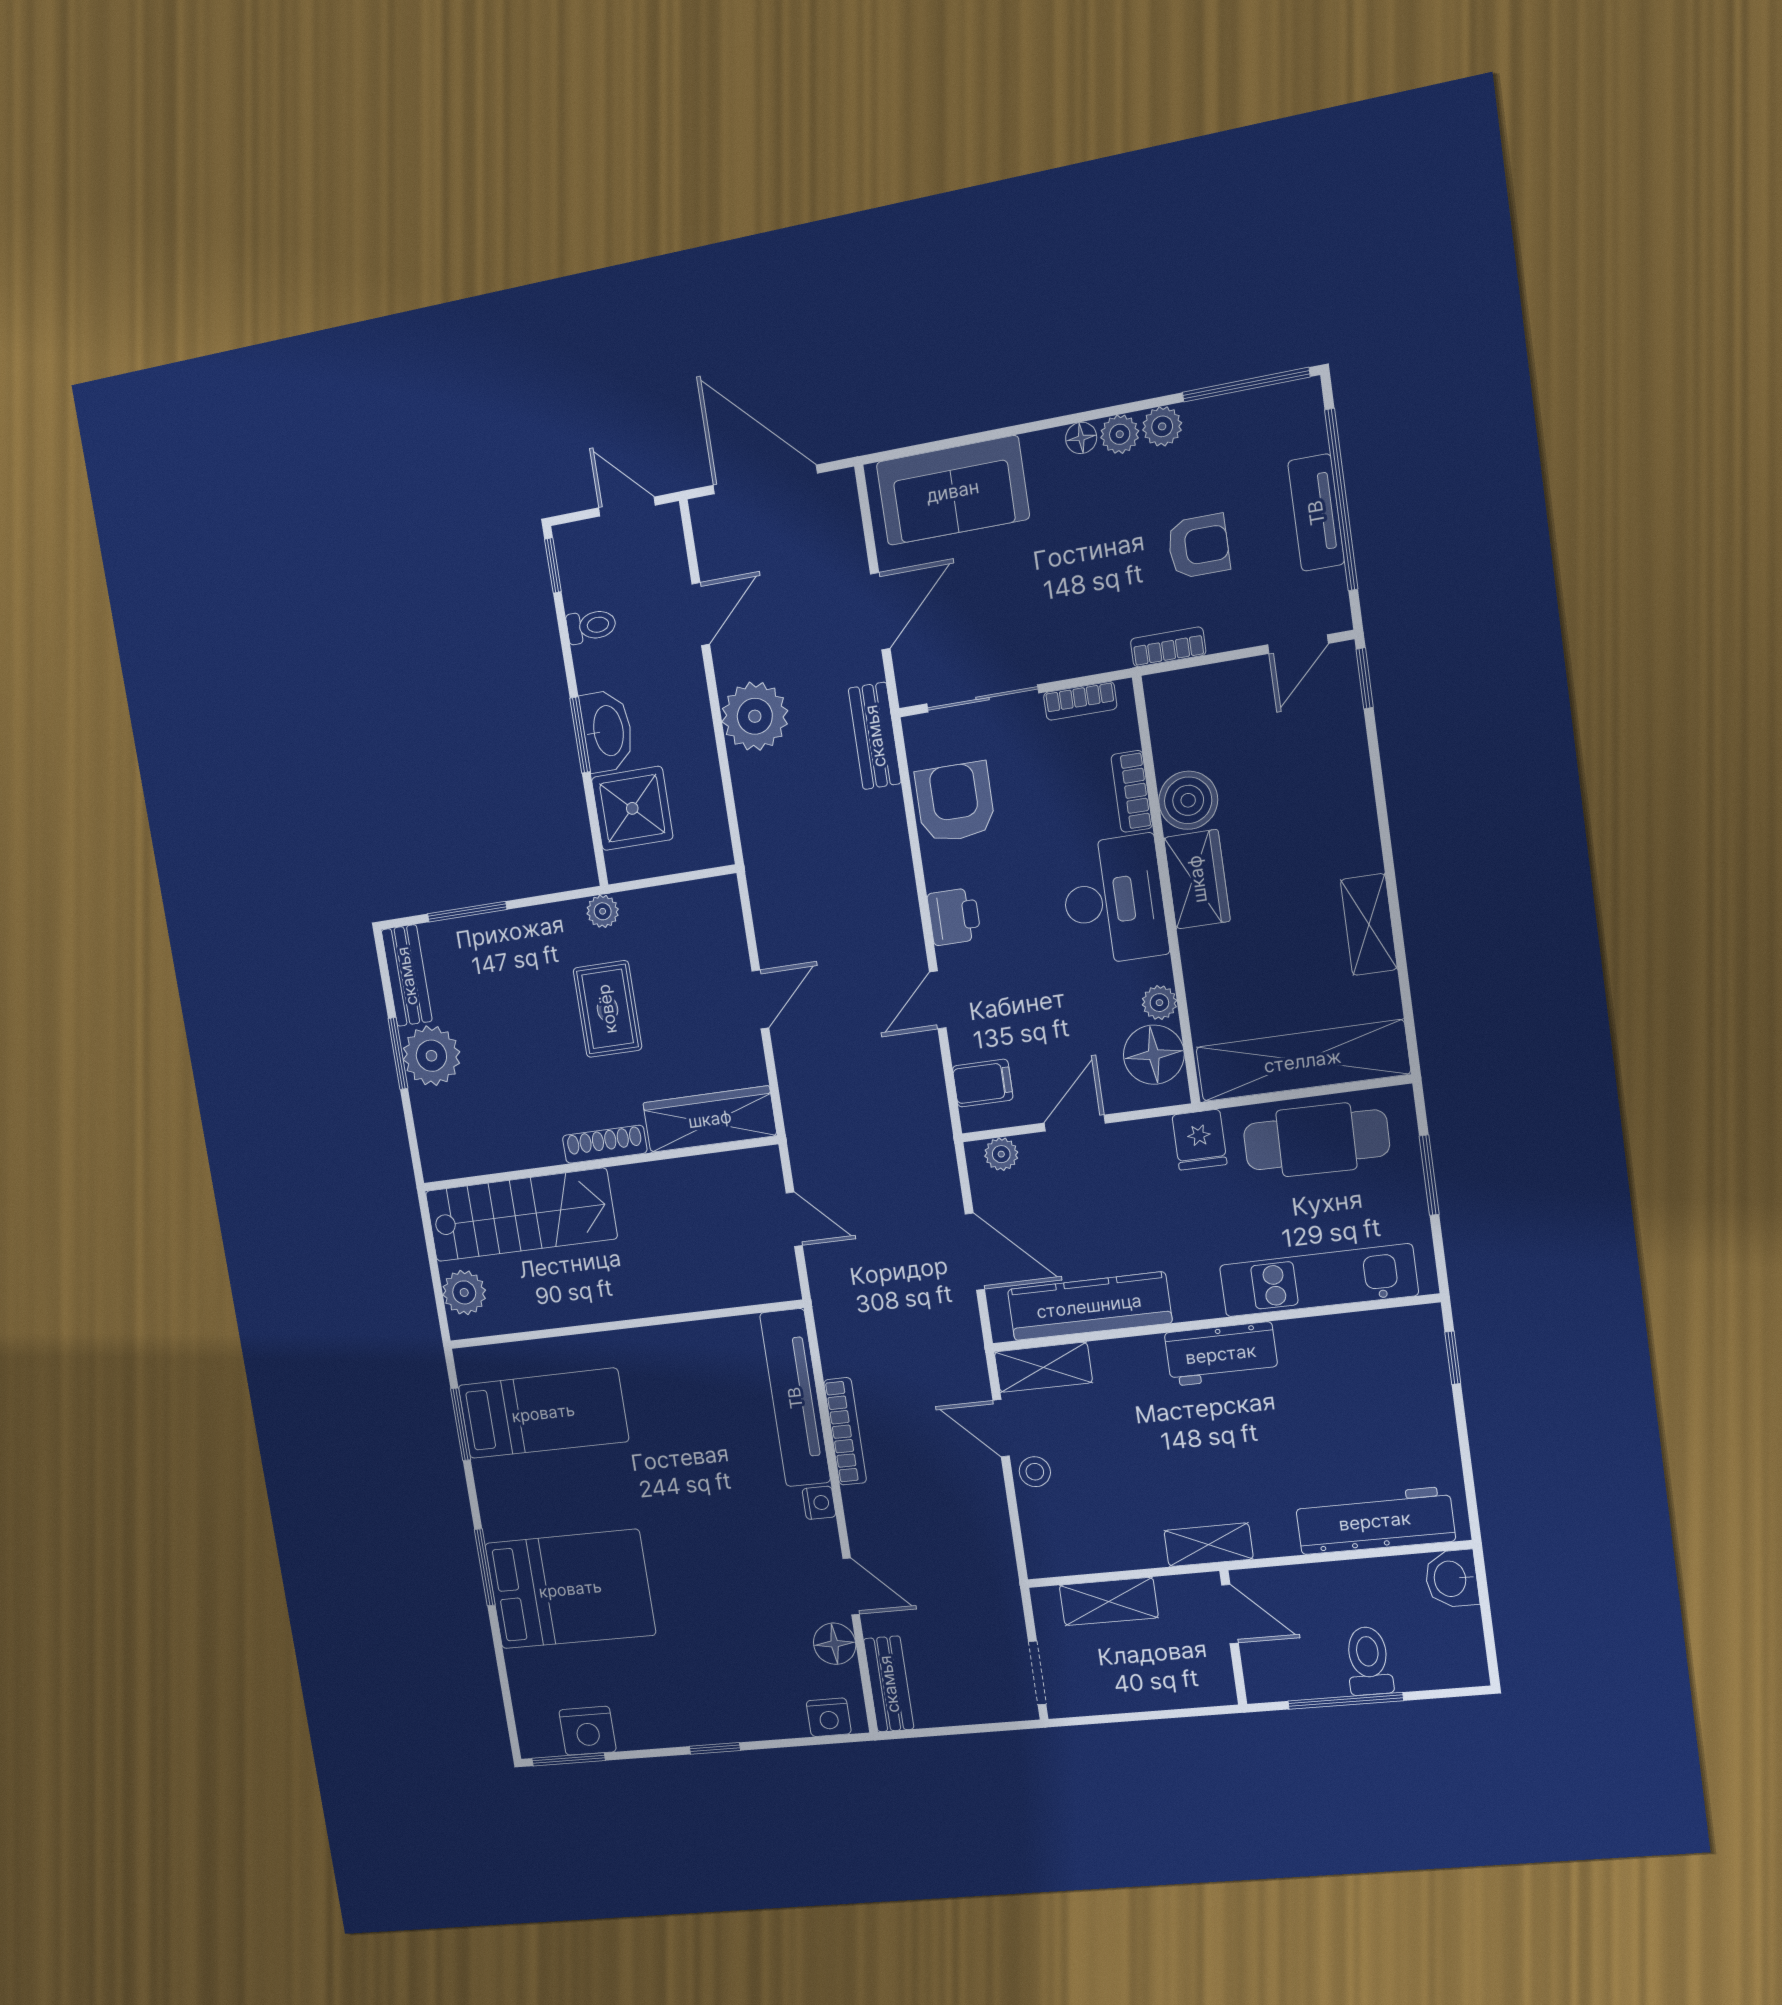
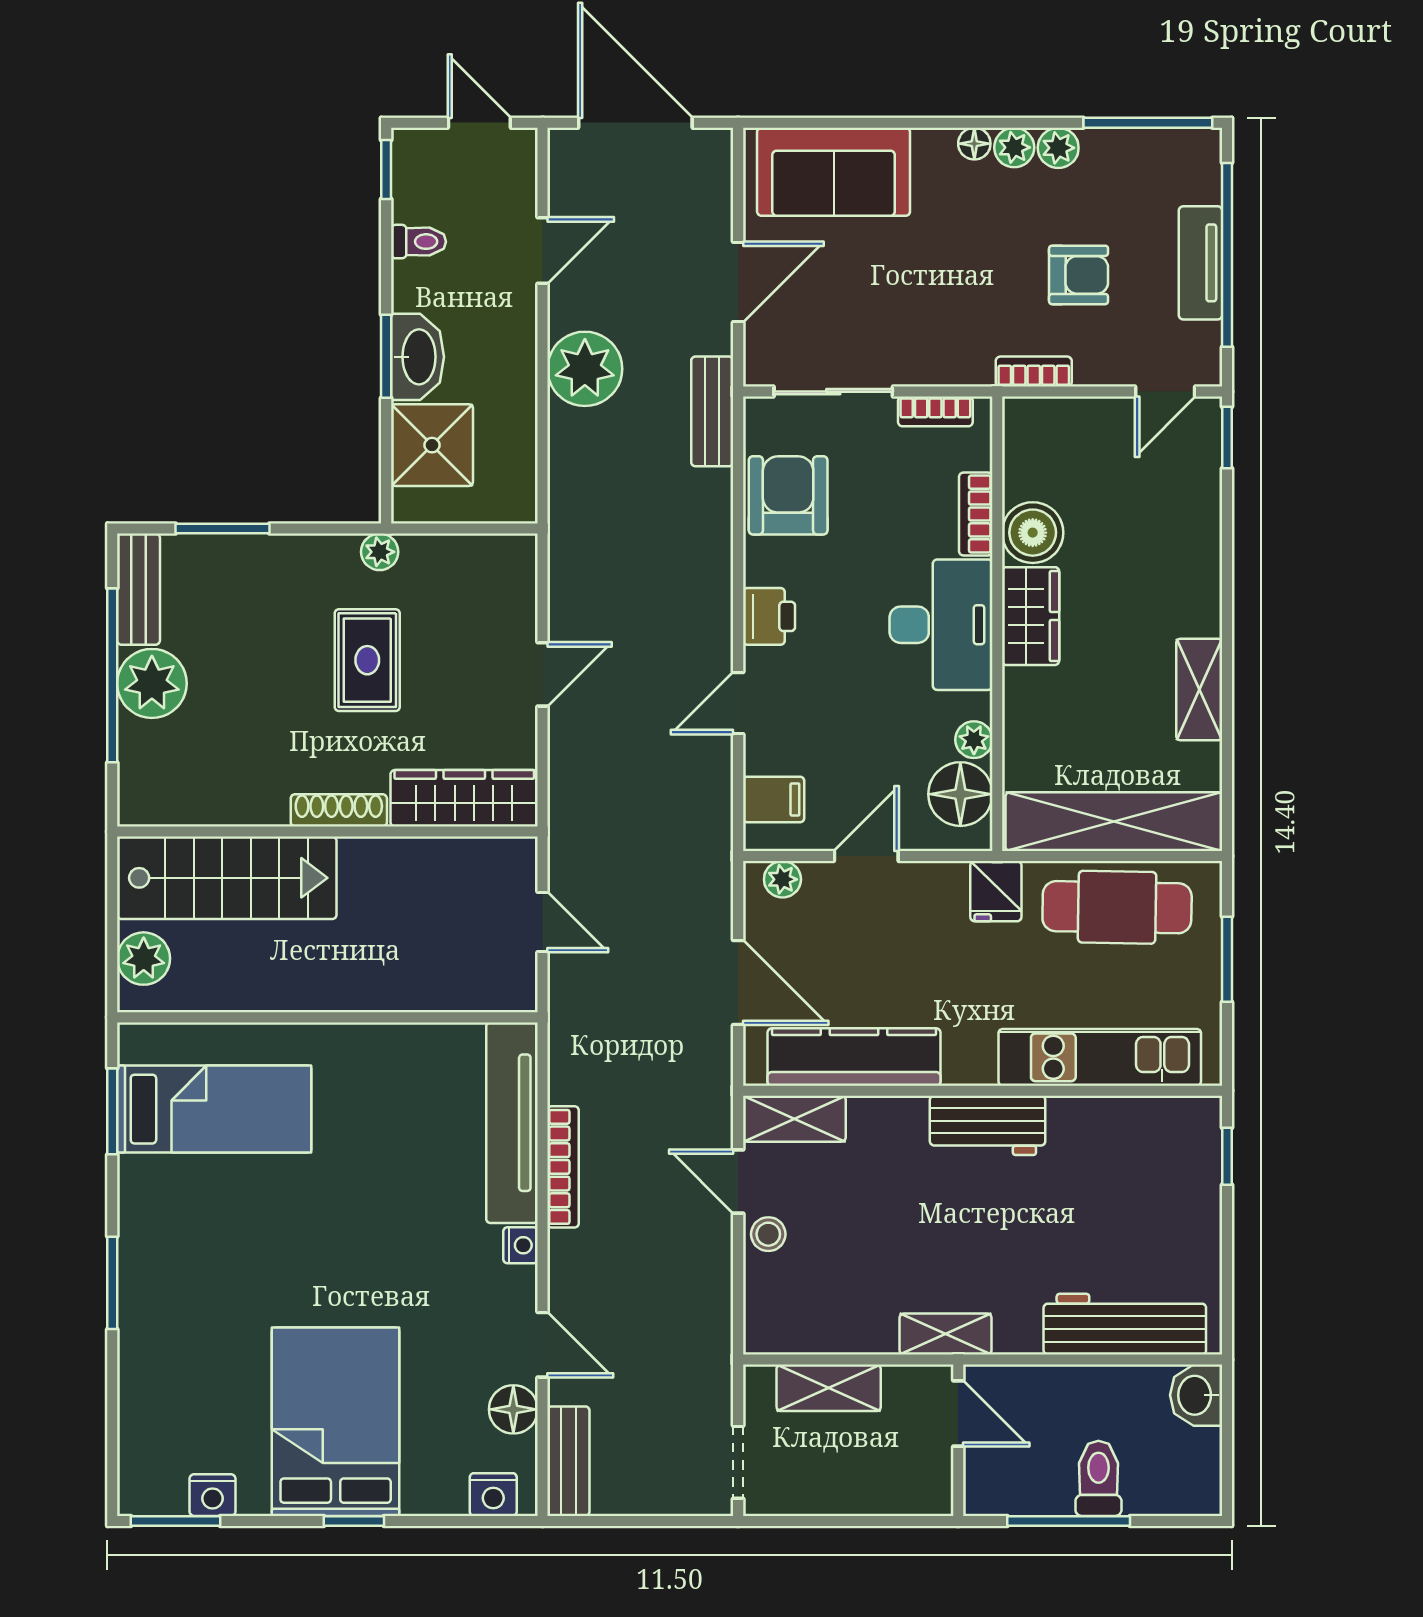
window: (398, 1053) -> (112, 675), width x2.11
bed: (570, 1589) -> (336, 1422), moved, turned -90
nightstand: (588, 1731) -> (212, 1495), width x0.74, depth x0.75

